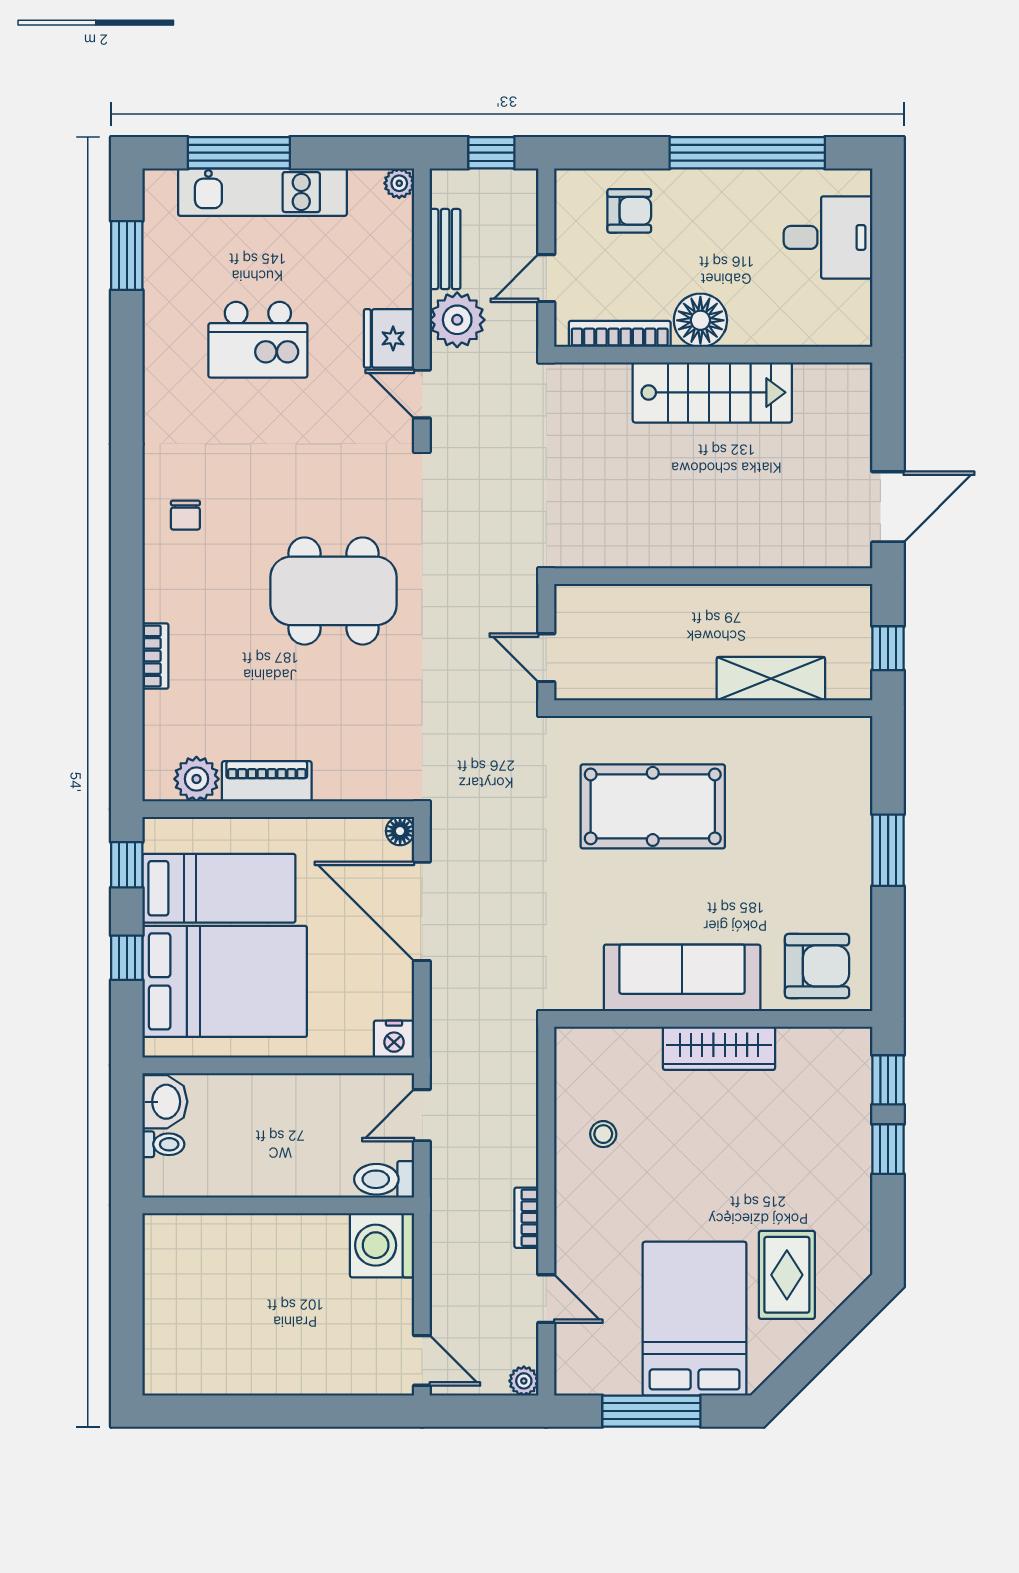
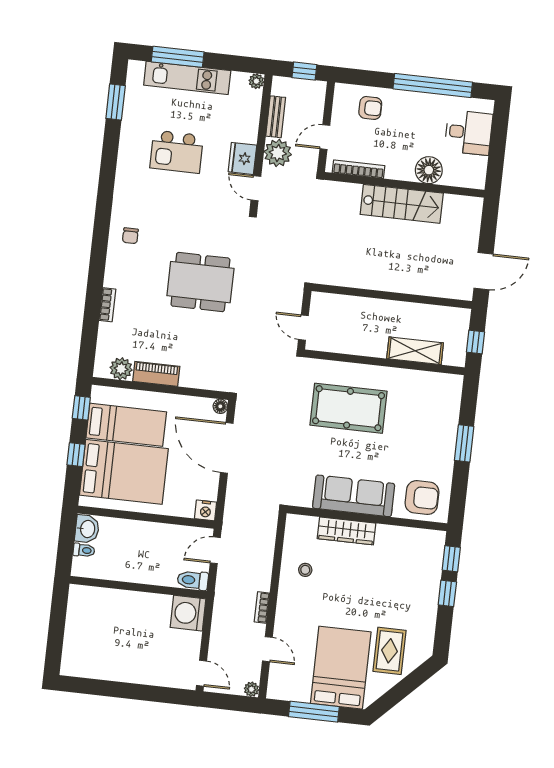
floor lamp: (700, 320) -> (429, 170), moved
wardrobe: (719, 1048) -> (346, 531), moved

